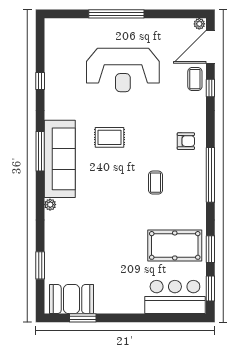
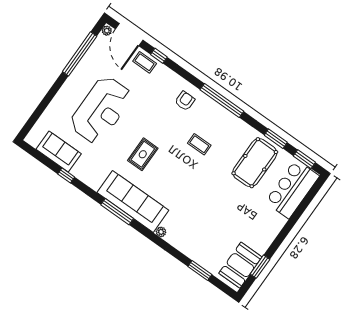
window: (116, 14) -> (80, 54), moved
sofa: (57, 58) -> (59, 151), added

